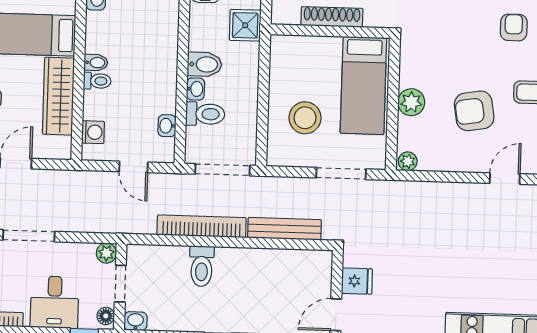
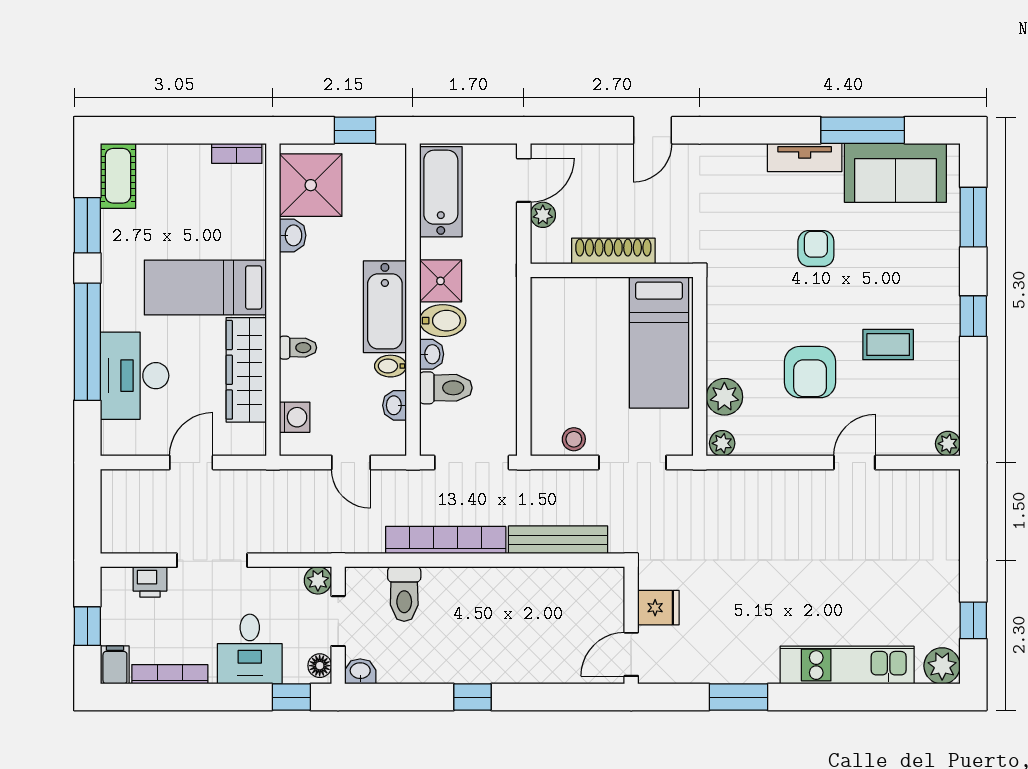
shower: (245, 25) -> (441, 281), moved
armchair: (514, 27) -> (816, 248), moved
bathtub: (162, 53) -> (385, 307), added
bidet: (96, 63) -> (391, 366), moved, turned 180
plant: (411, 102) -> (724, 397), moved
armchair: (474, 111) -> (810, 372), turned -81
stool: (305, 118) -> (574, 439), moved, width x0.53, depth x0.53
toilet: (202, 266) -> (404, 594), moved

